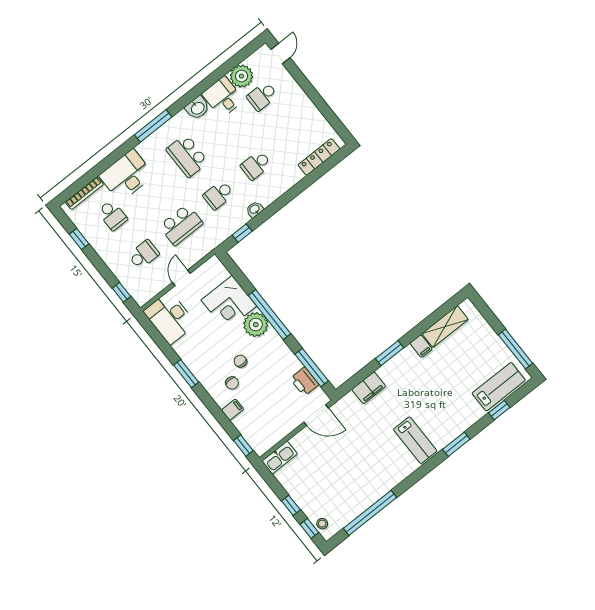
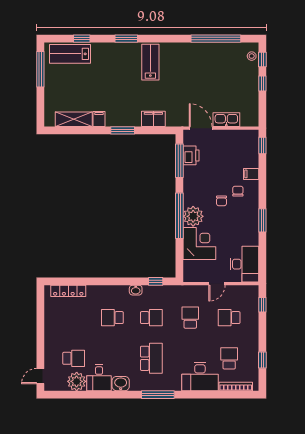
school desk: (256, 165) -> (112, 318), turned 180
school desk: (181, 225) -> (190, 318), width x0.54
kitchen sink: (280, 457) -> (226, 120), moved

